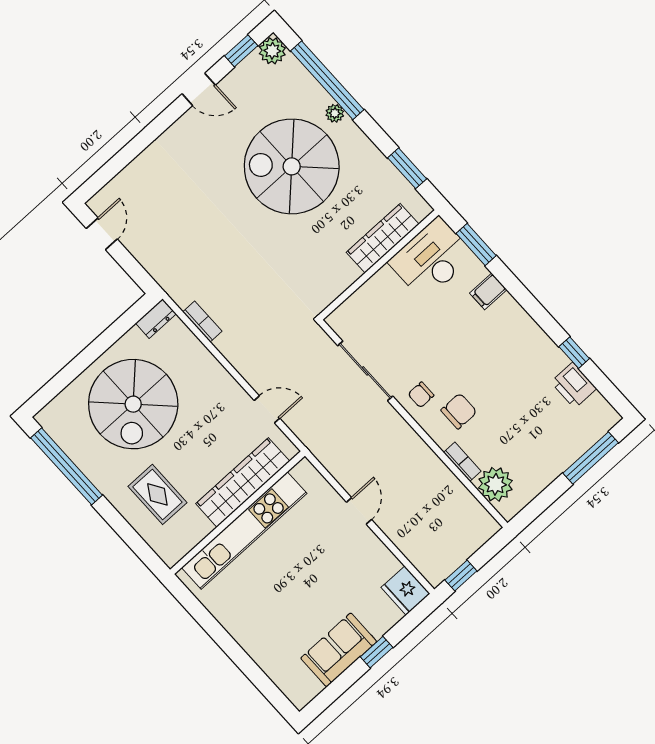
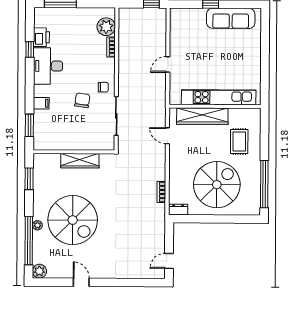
window: (241, 51) -> (51, 282), removed
wardrobe: (383, 238) -> (80, 161), moved
desk: (431, 259) -> (48, 66), moved, turned 90
chair: (459, 411) -> (82, 100), moved, turned 98
fridge: (405, 591) -> (178, 18), removed
sofa: (339, 650) -> (231, 18), width x1.36

